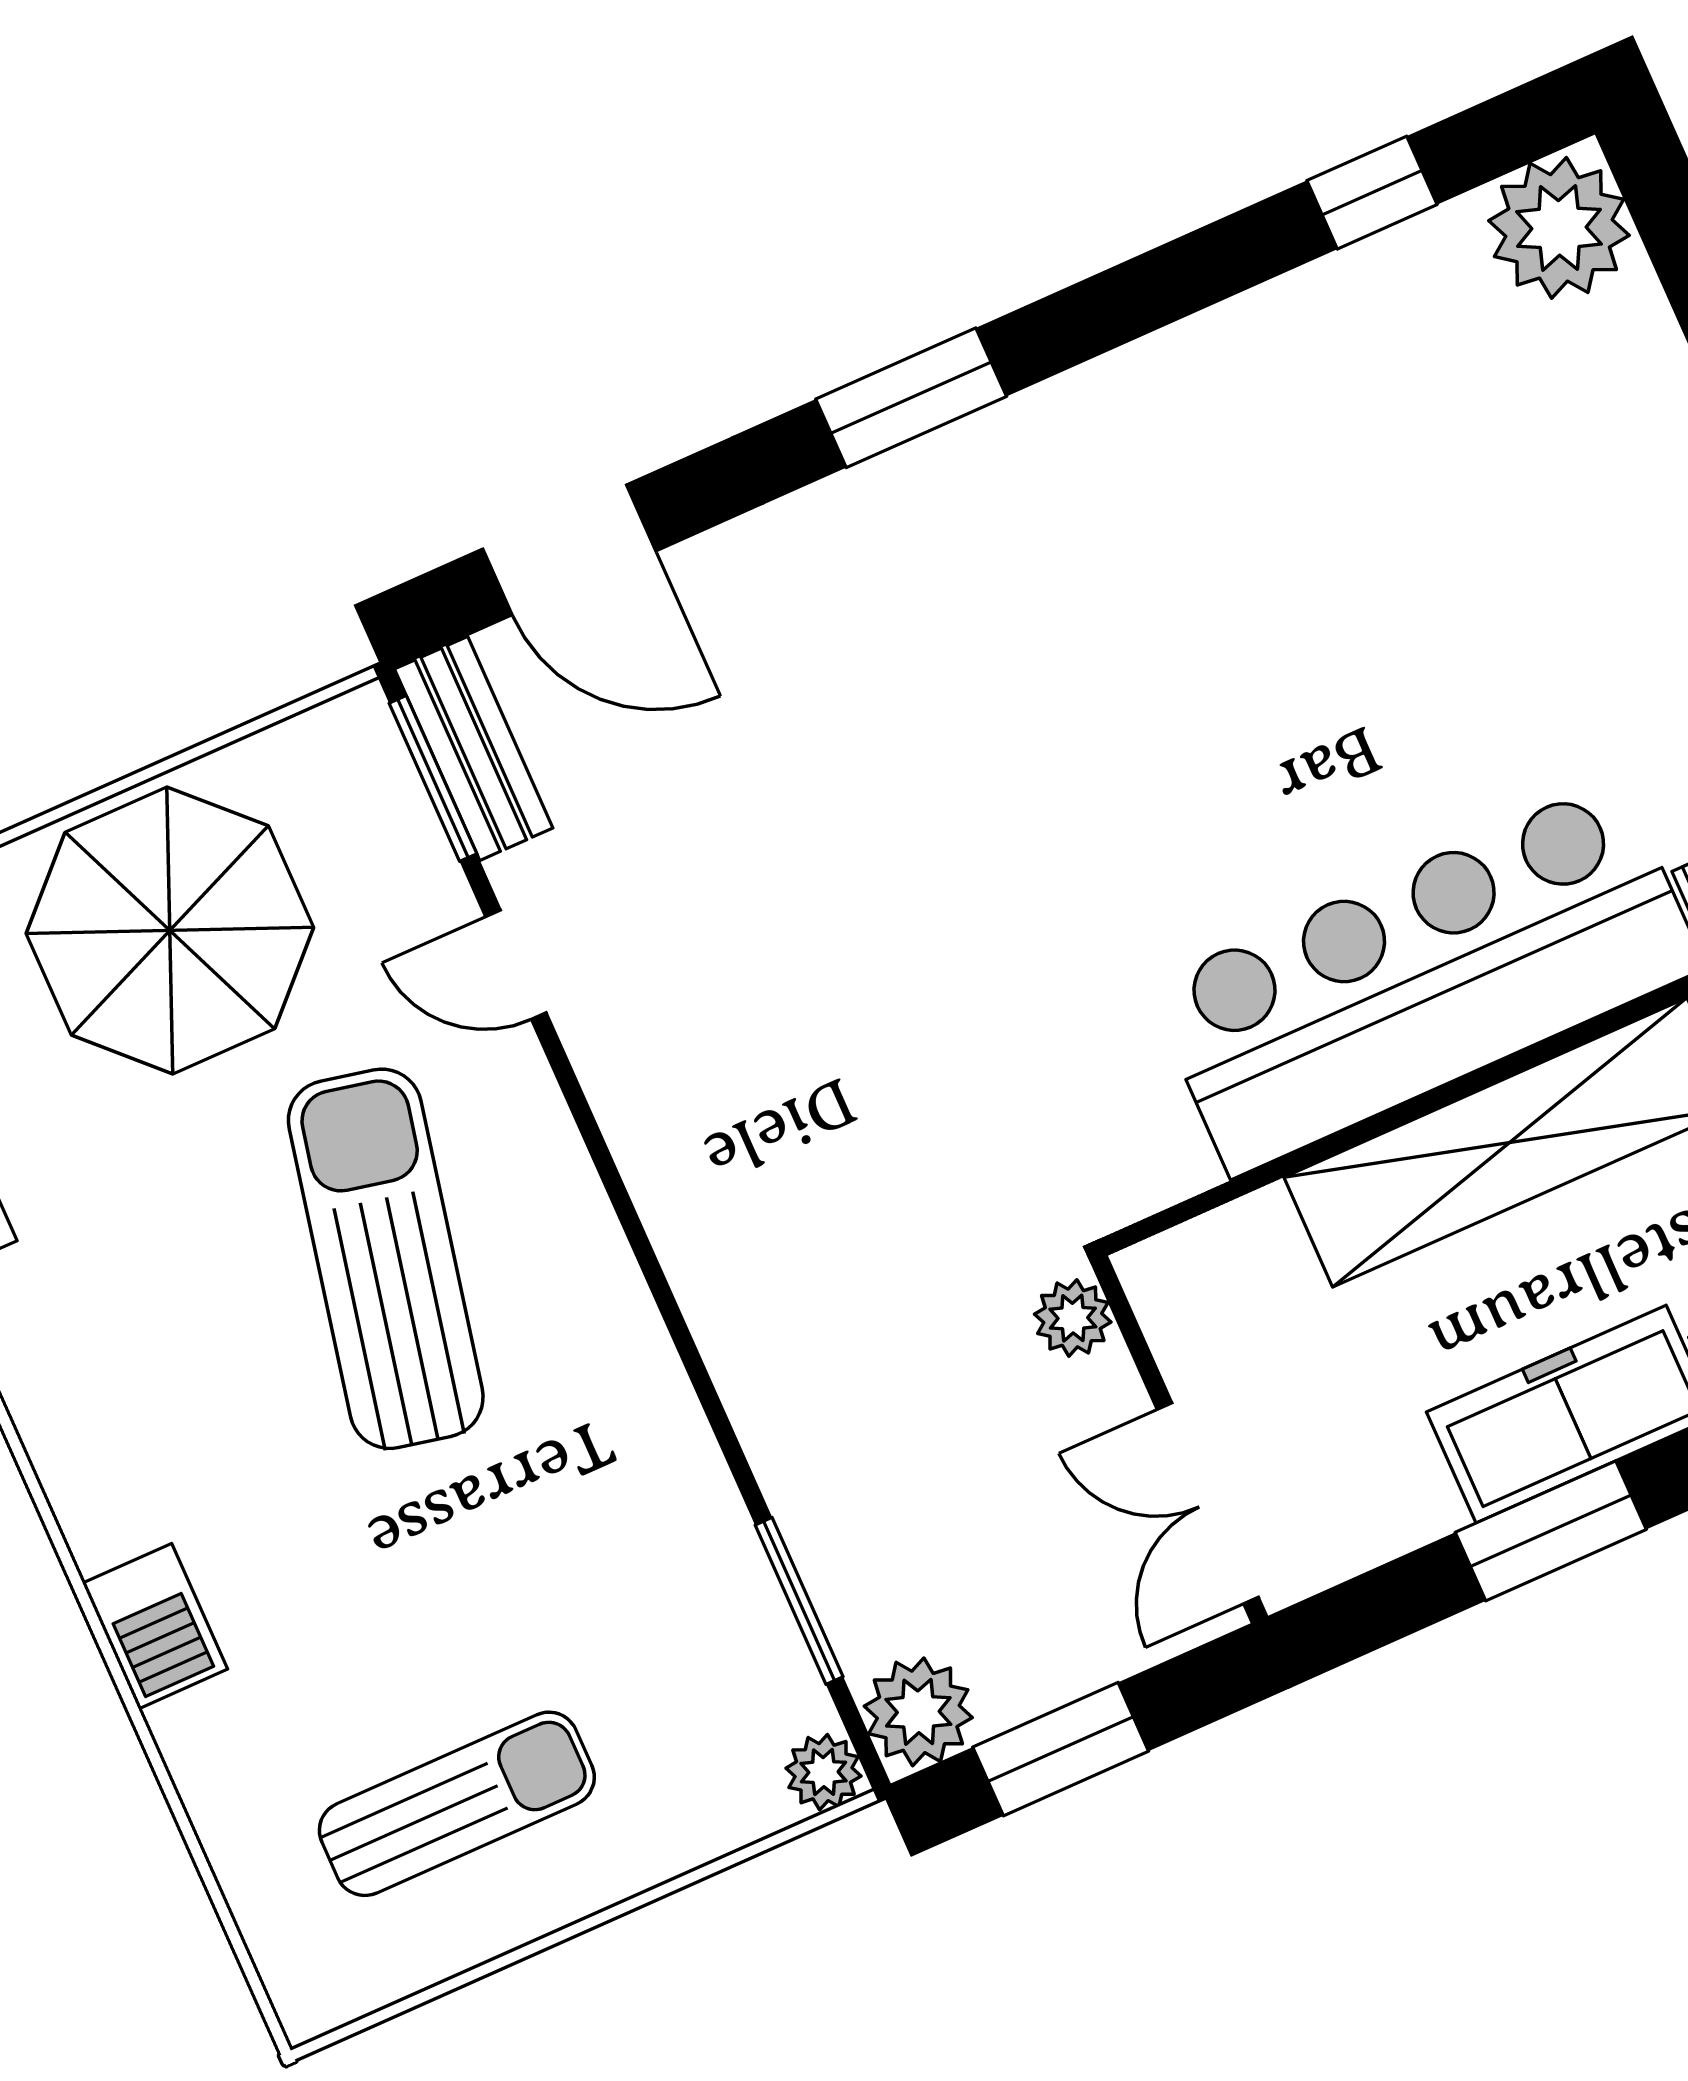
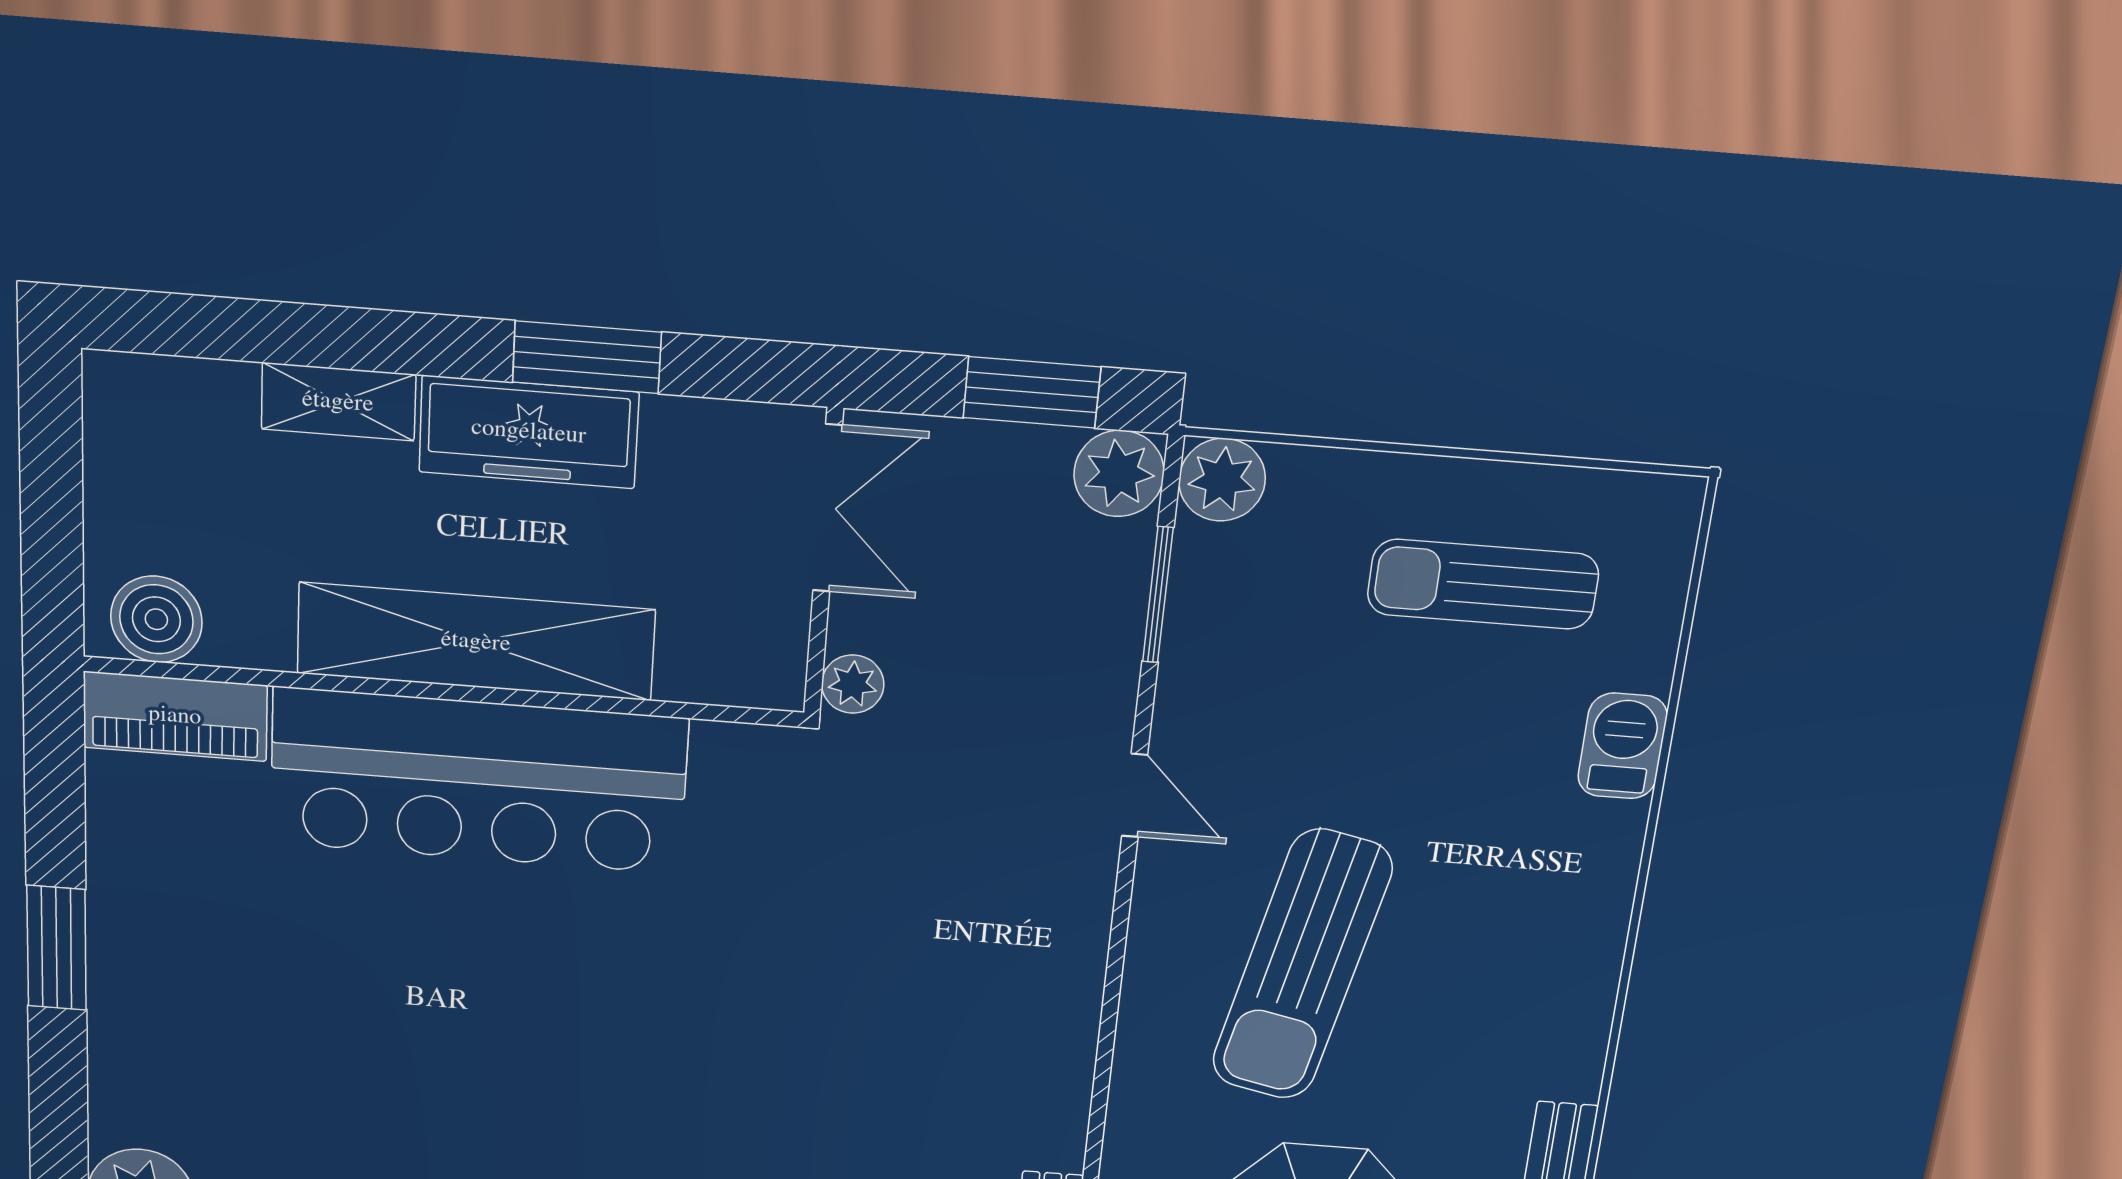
door: (516, 965) -> (1135, 795), moved
barbecue: (155, 1626) -> (1623, 746), moved
plant: (824, 1772) -> (1222, 480), width x1.38, depth x1.38

